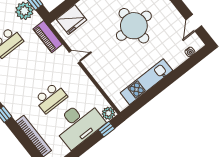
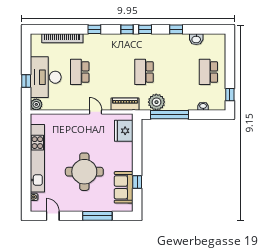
door: (75, 57) -> (96, 112), swing flipped
kitchen unit: (146, 82) -> (37, 158), width x1.36
window: (106, 129) -> (26, 81), moved

